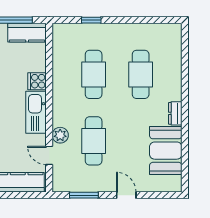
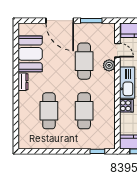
window: (91, 20) -> (97, 151), moved
door: (126, 195) -> (60, 21), width x1.88

